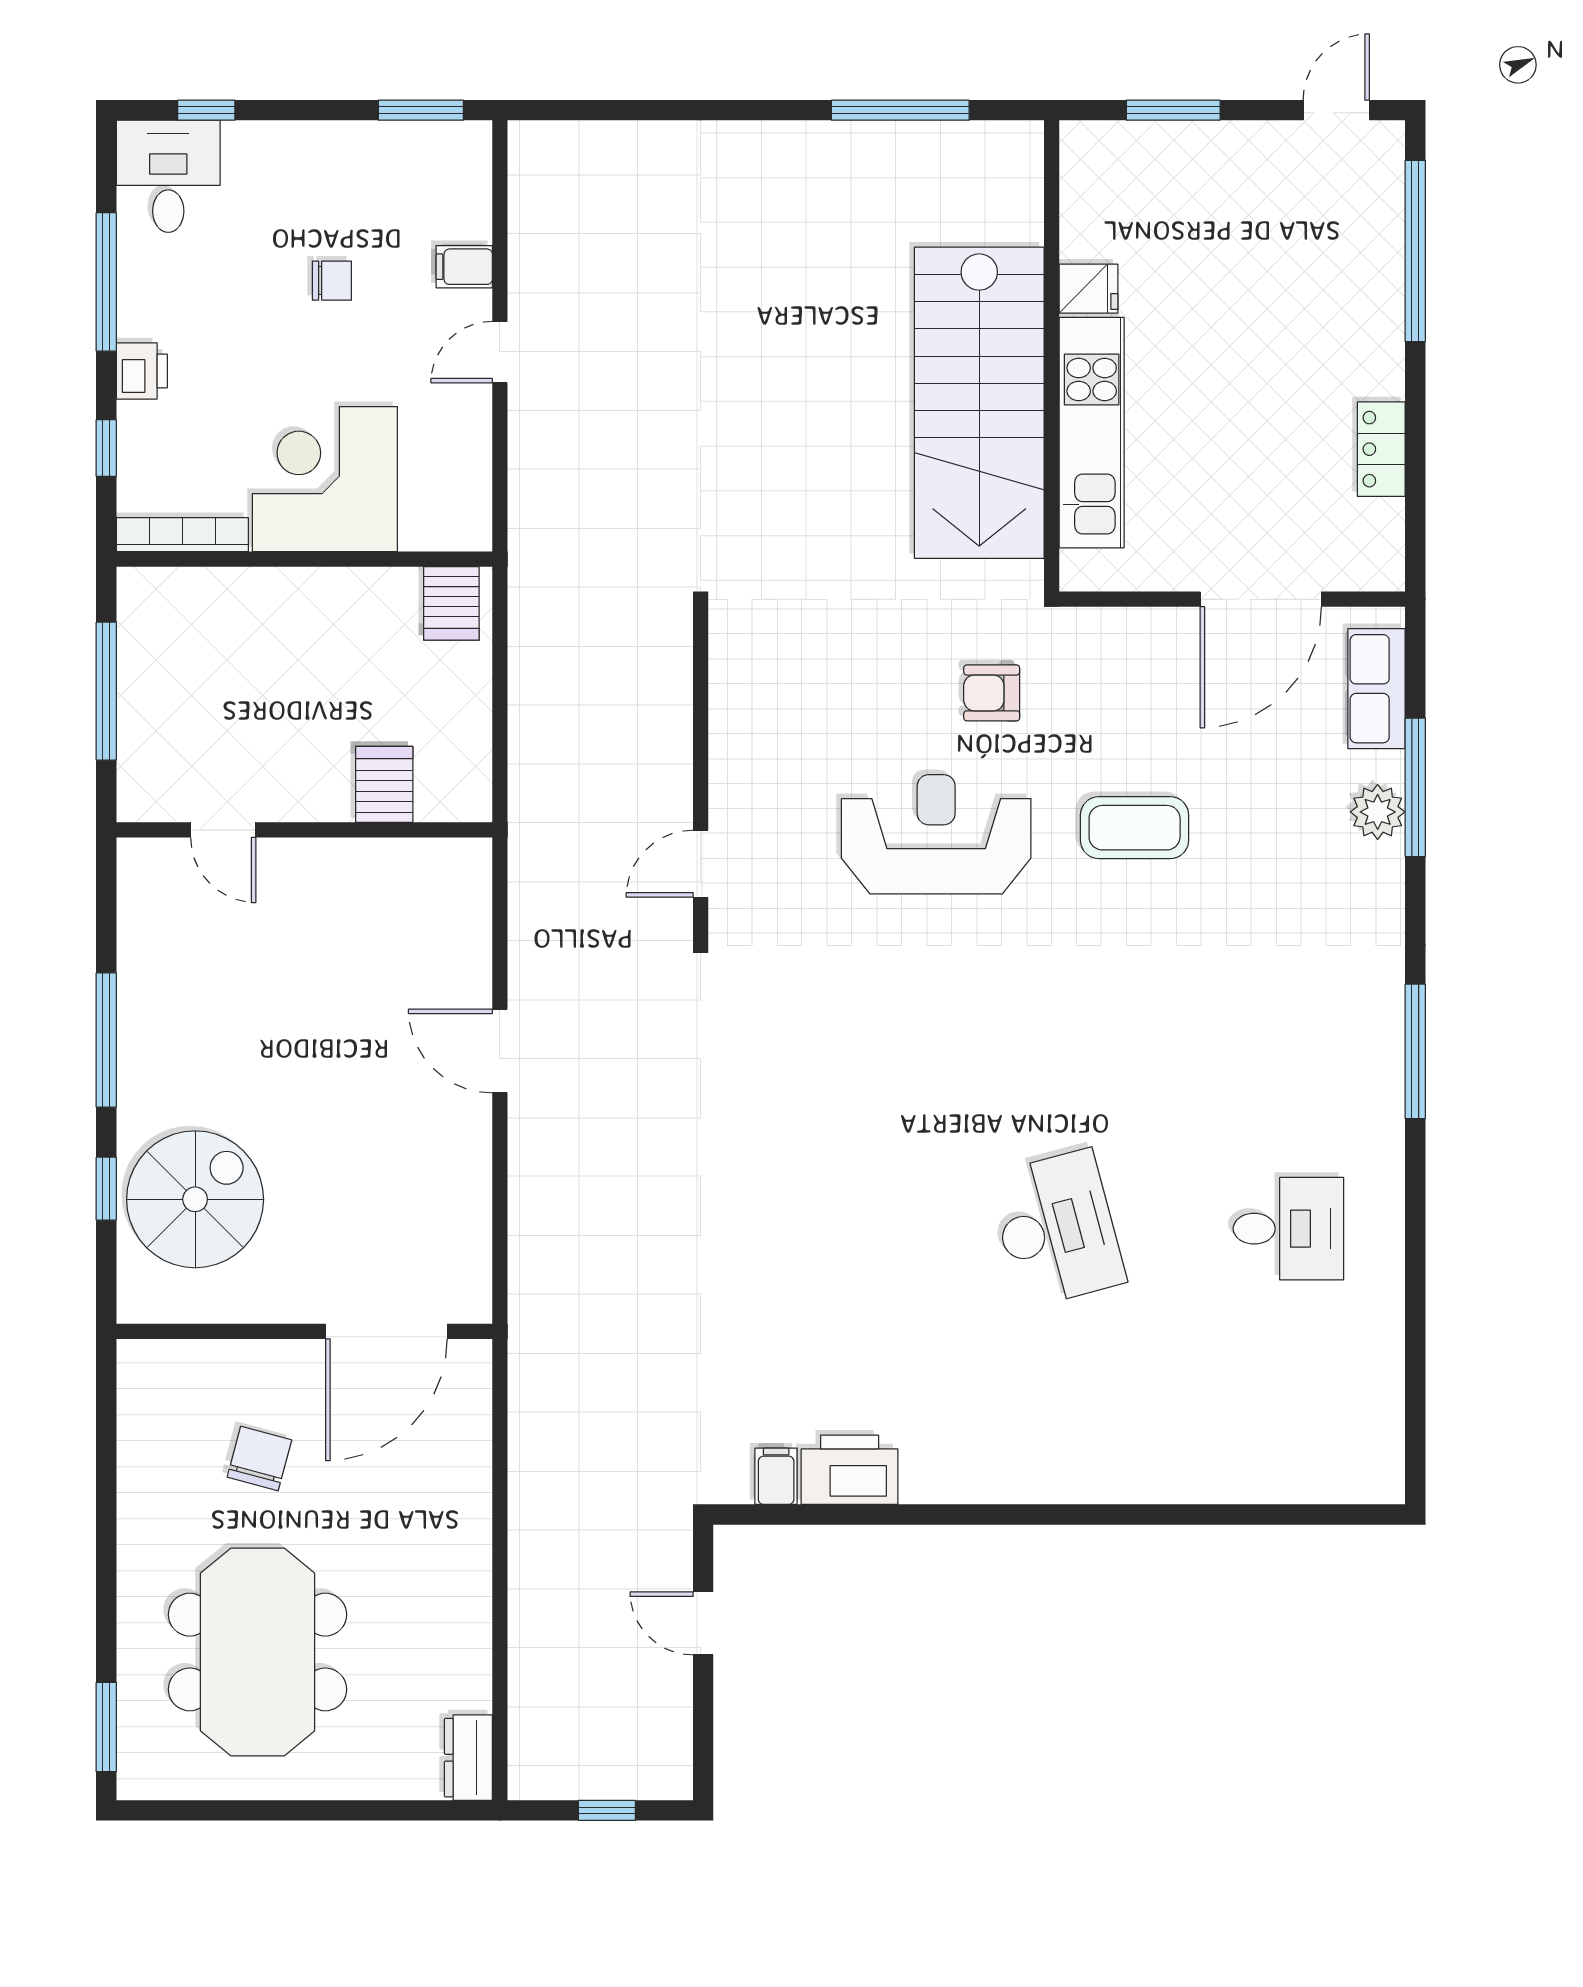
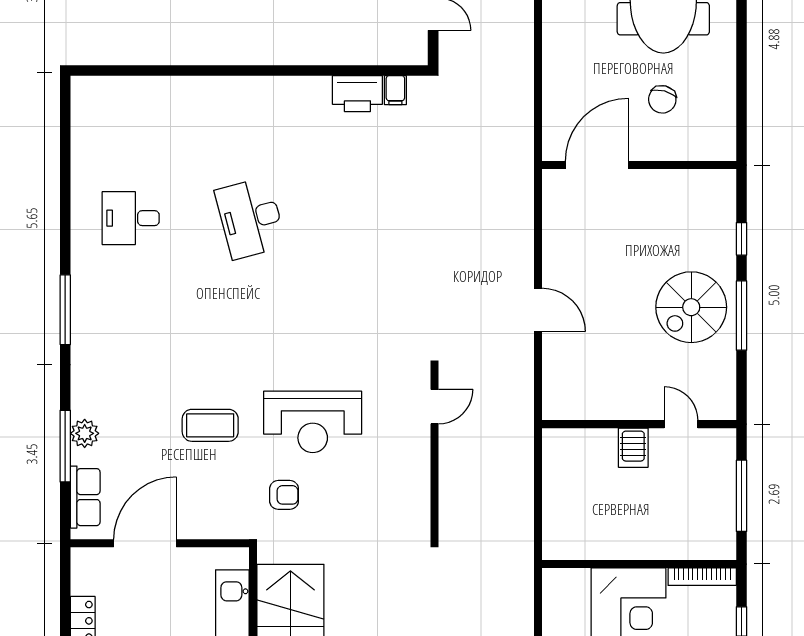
server rack: (451, 603) -> (563, 541), removed
server rack: (384, 784) -> (633, 448), moved
spiral stairs: (195, 1199) -> (691, 307), moved

